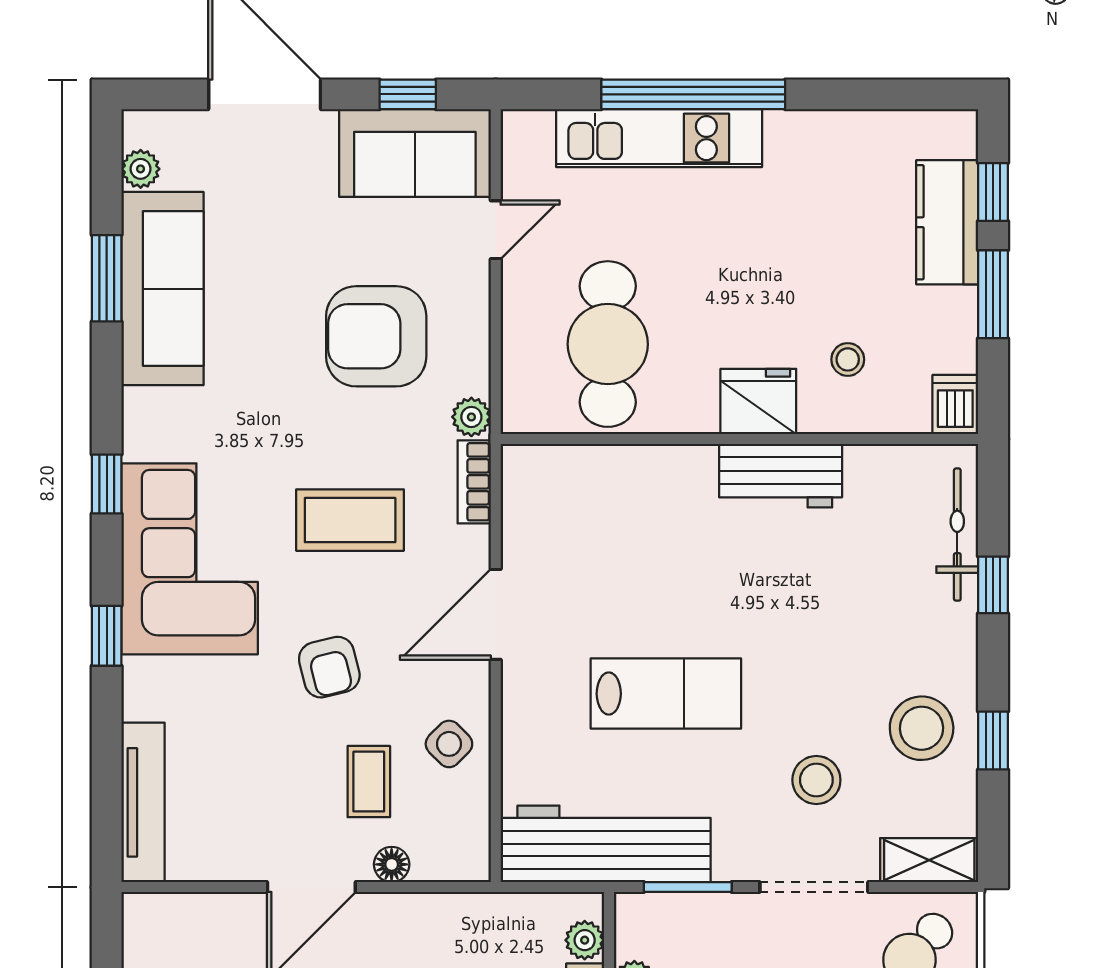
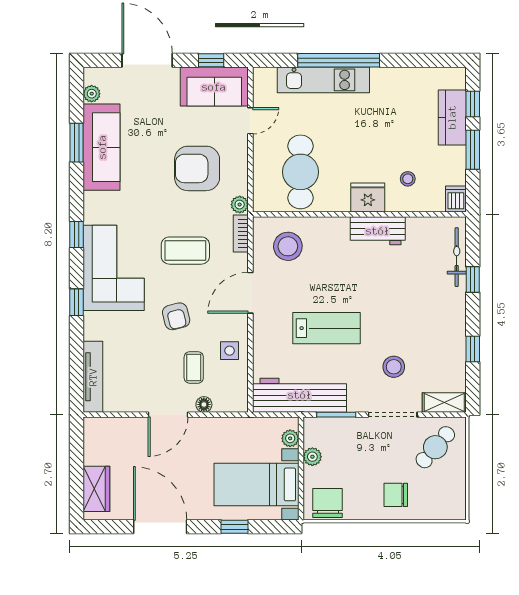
stool: (922, 728) -> (288, 246), moved
side table: (449, 744) -> (230, 351), turned 45

